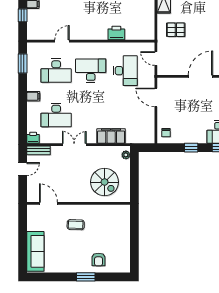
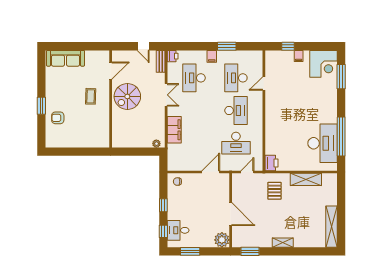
printer: (116, 33) -> (271, 163), moved
door: (62, 41) -> (264, 83), swing flipped
window: (23, 64) -> (227, 46), moved
spiral stairs: (105, 182) -> (127, 96), moved

